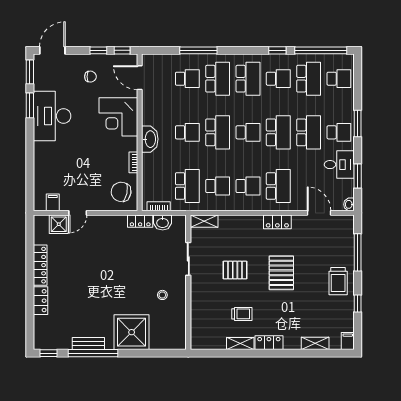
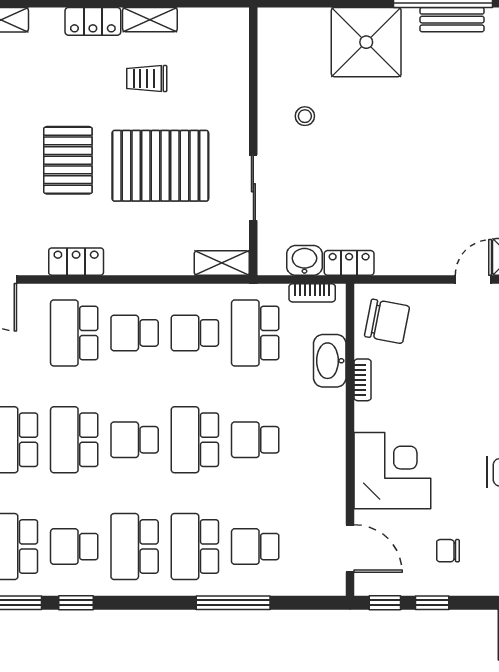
washbasin: (150, 139) -> (330, 361), moved
pallet: (235, 270) -> (160, 166), width x2.05, depth x2.00

